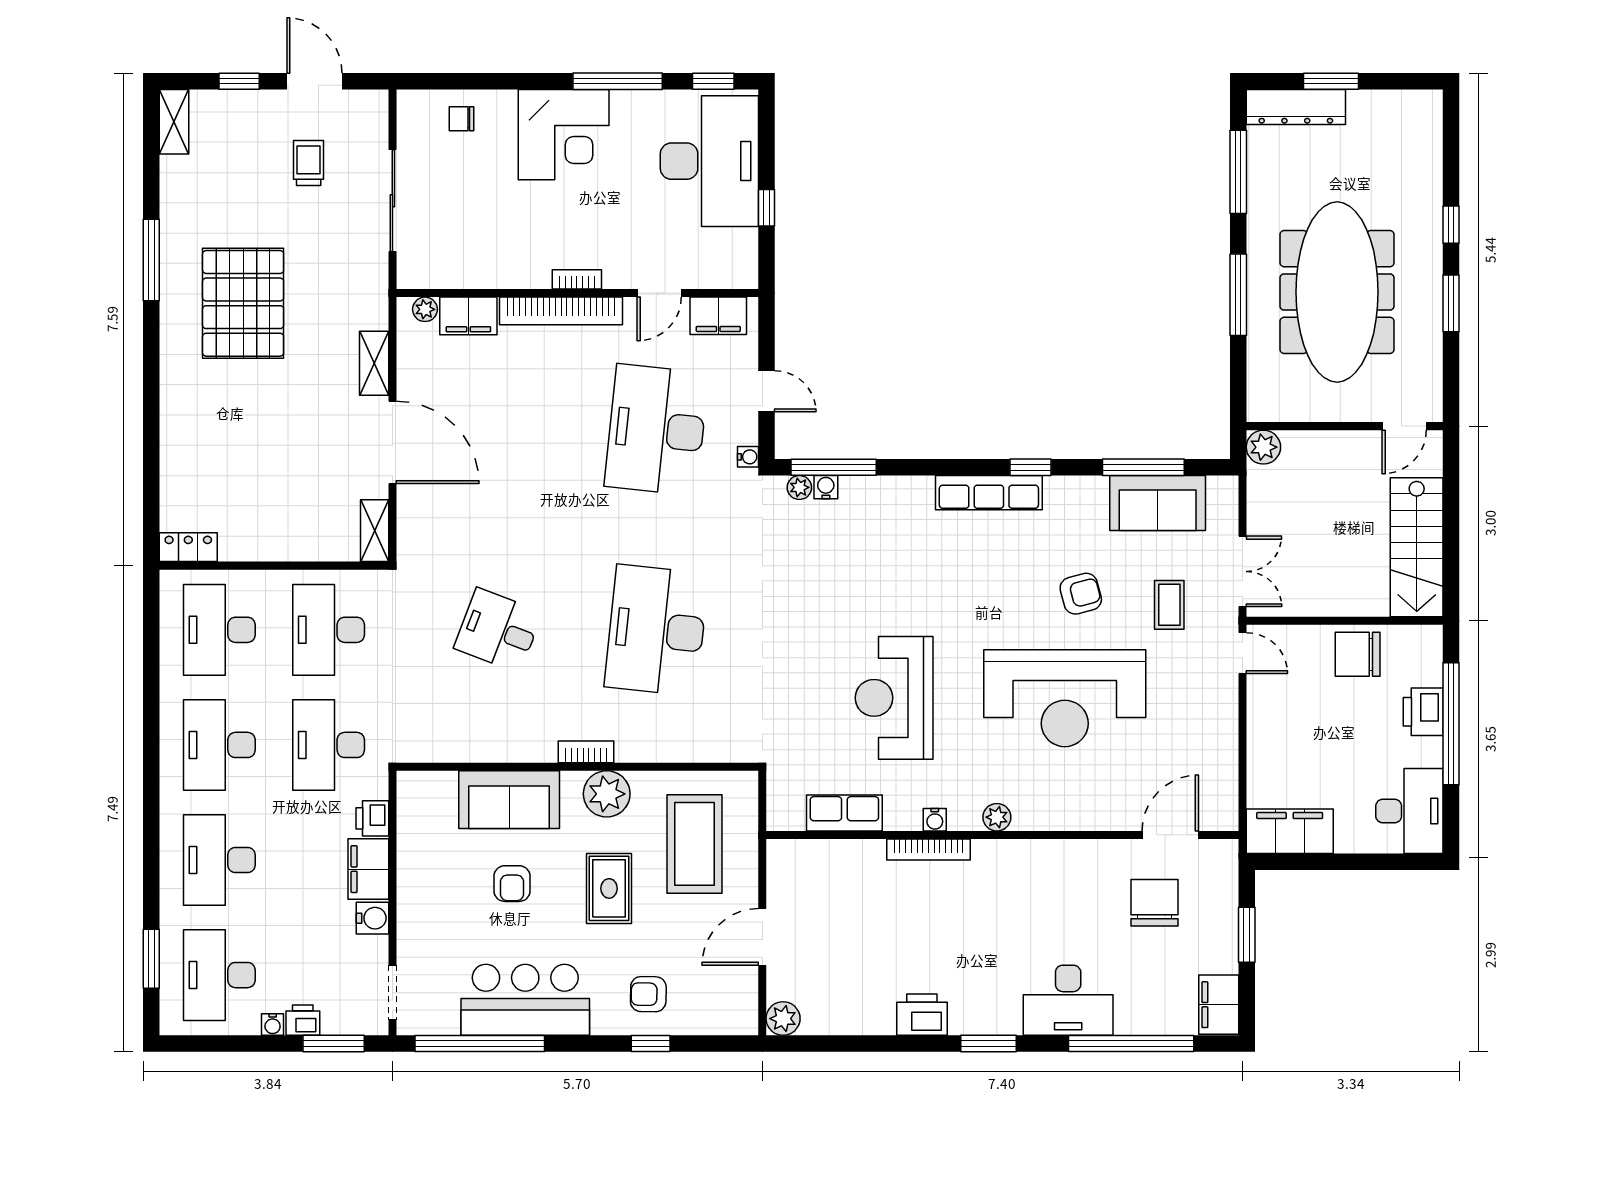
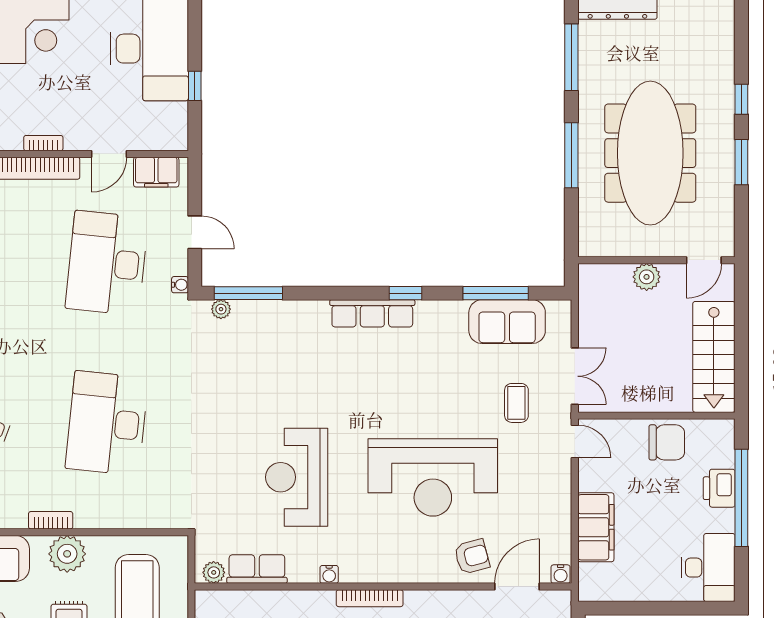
plant: (1263, 447) -> (647, 277), moved
water cooler: (826, 487) -> (561, 574), moved, turned 180
armchair: (1081, 594) -> (472, 557), moved
chair: (1358, 654) -> (667, 442), turned 180
plant: (997, 817) -> (214, 572), moved
filing cabinet: (1290, 831) -> (596, 527), moved, turned 90
bookcase: (928, 849) -> (370, 598), moved

